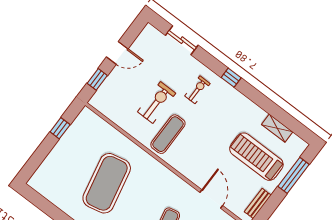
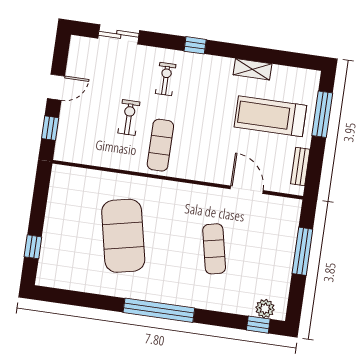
exercise bike: (157, 102) -> (129, 118), width x0.73, depth x0.72
window: (60, 128) -> (33, 247), moved
shelving: (277, 128) -> (252, 69), moved

